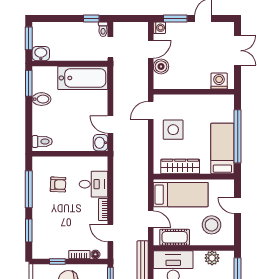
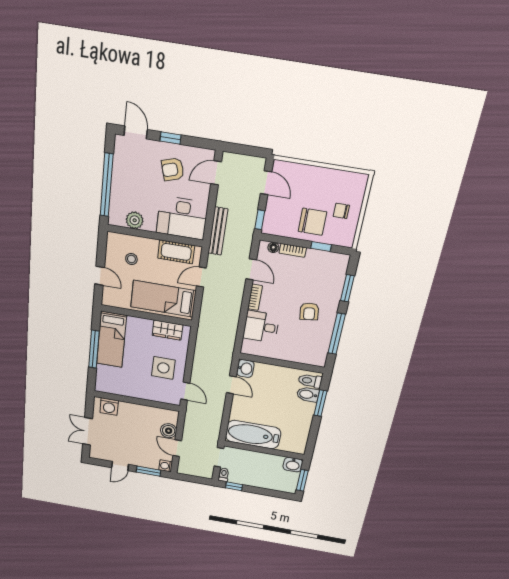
door: (151, 49) -> (177, 448), hinge flipped
window: (29, 83) -> (320, 403), moved
bidet: (42, 99) -> (308, 394), moved
door: (151, 110) -> (185, 391), hinge flipped
window: (238, 136) -> (94, 349), width x0.68
wardrobe: (180, 166) -> (167, 330), width x0.67
armchair: (58, 185) -> (309, 311), moved, turned -99
door: (151, 219) -> (201, 277), hinge flipped
stool: (212, 225) -> (131, 259), width x0.53, depth x0.53

